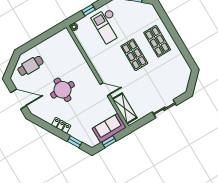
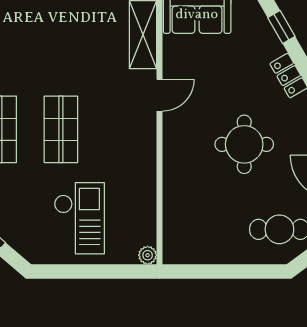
window: (89, 10) -> (99, 271), removed
door: (105, 89) -> (160, 95), swing flipped

